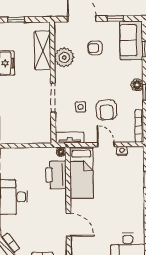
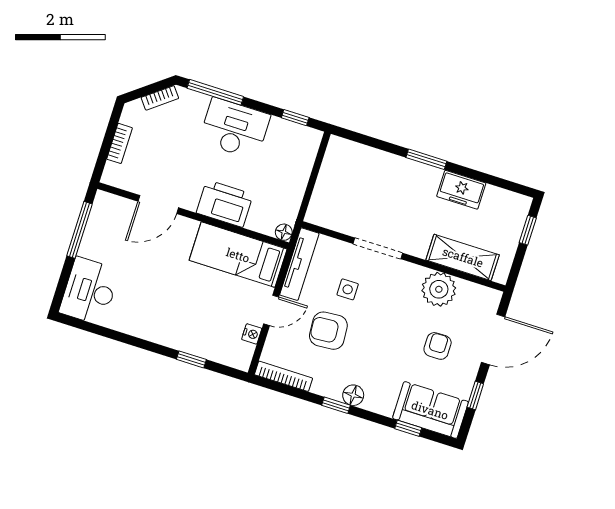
tv unit: (70, 138) -> (299, 264), width x1.41
printer: (56, 175) -> (225, 204), moved

